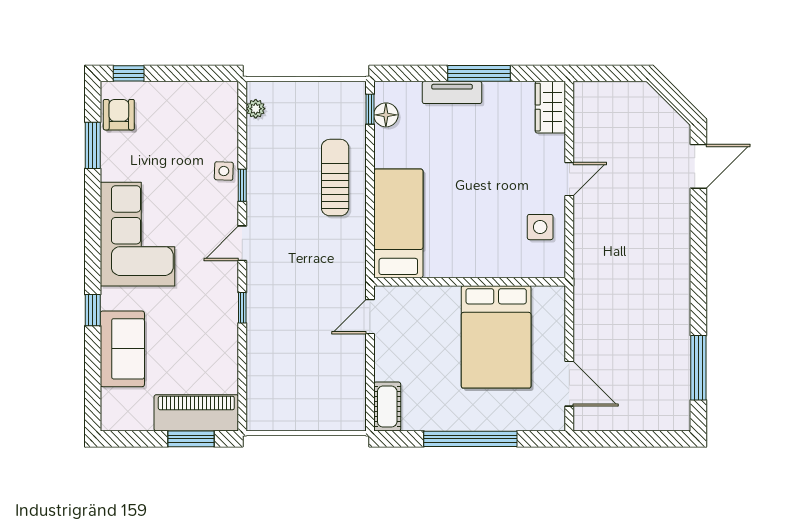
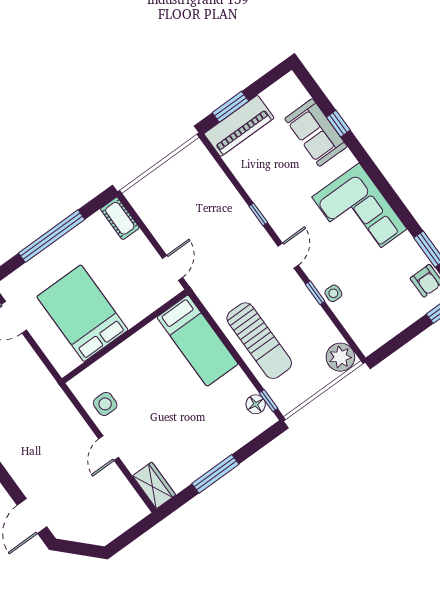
tv unit: (452, 92) -> (224, 449), removed
plant: (256, 109) -> (340, 357), width x1.87, depth x1.87
sun lounger: (335, 178) -> (259, 341), width x1.36, depth x1.34
window: (93, 310) -> (338, 124), moved

